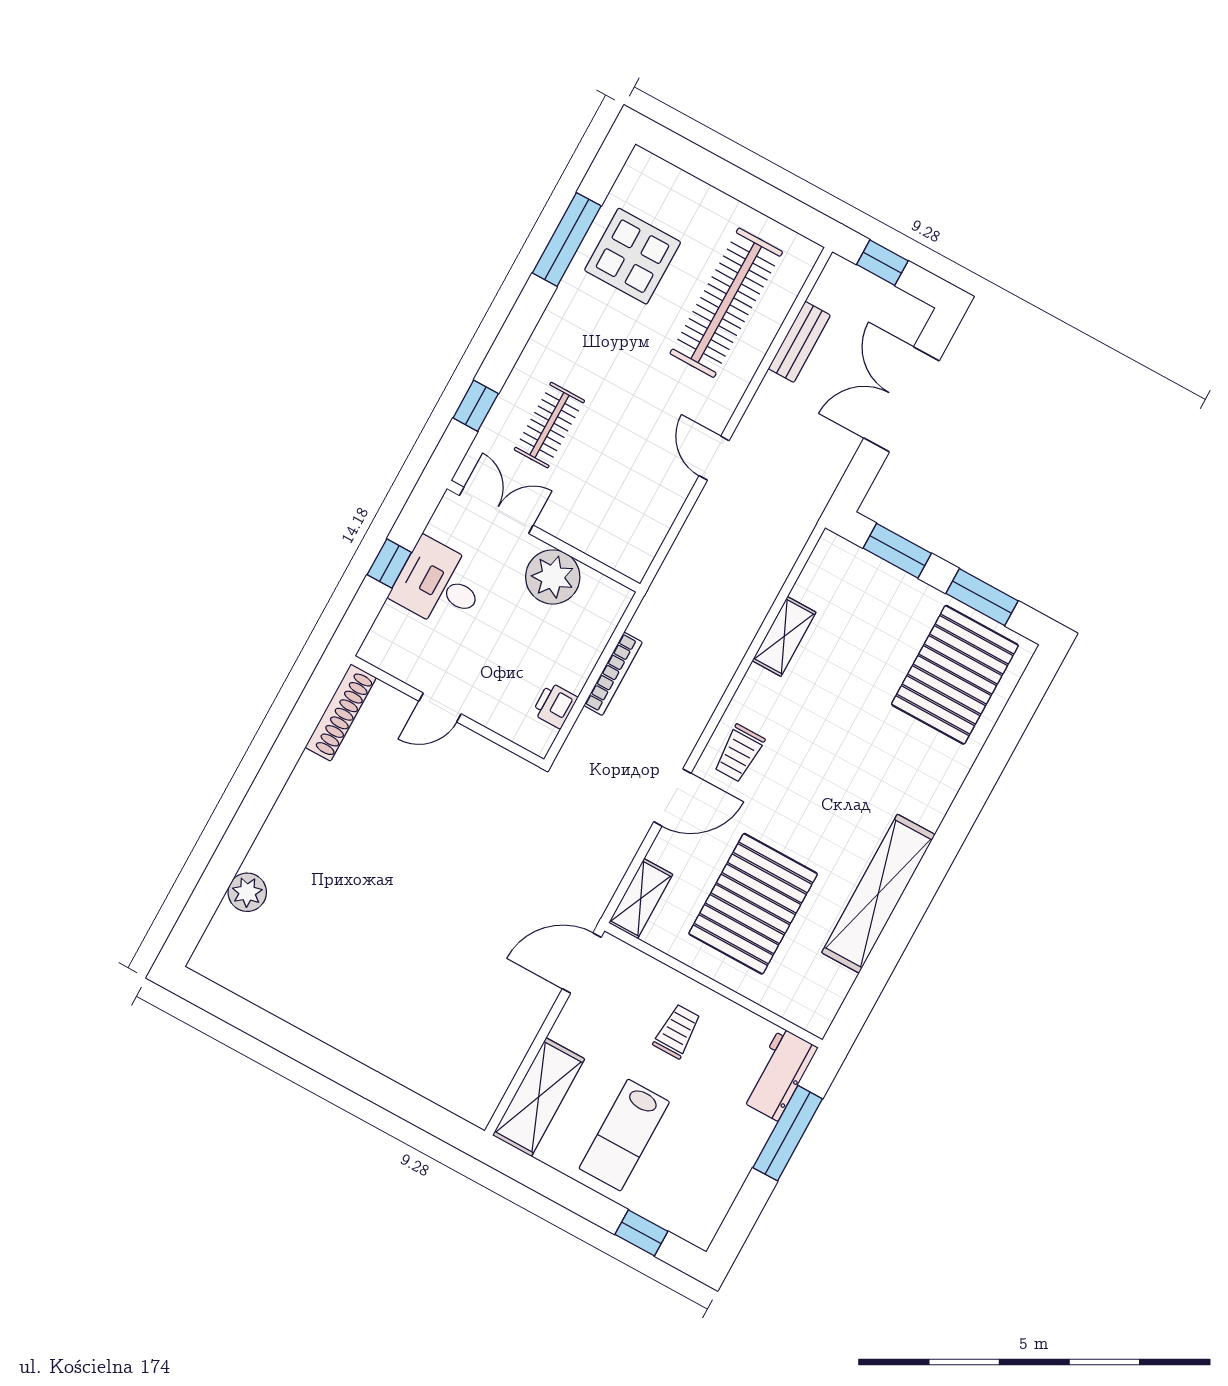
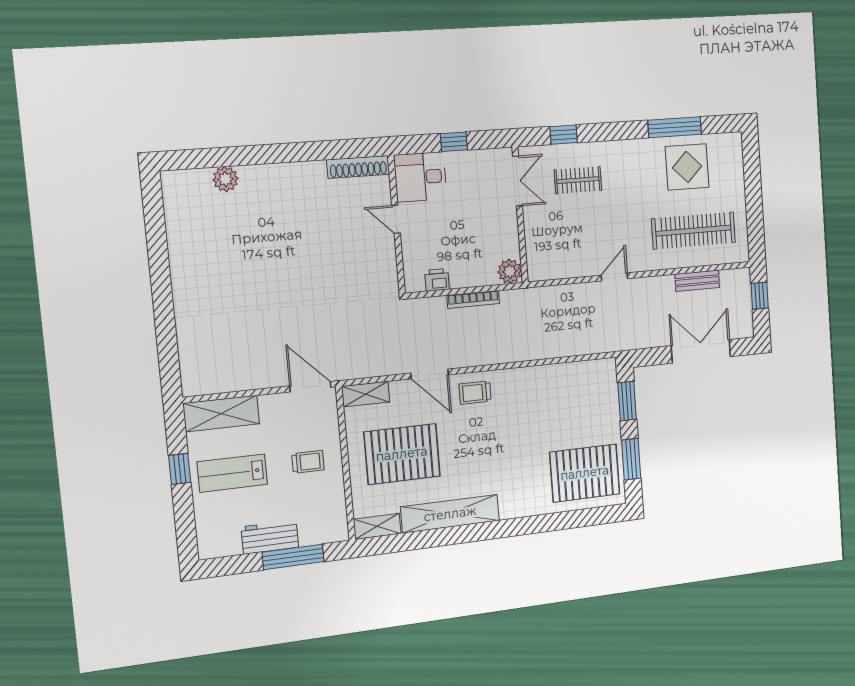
plant: (553, 577) -> (510, 271), moved, width x0.73, depth x0.73
desk: (439, 584) -> (420, 177), moved, turned -90
shelving: (784, 636) -> (377, 526), moved
workbench: (779, 1074) -> (270, 537), moved
window: (641, 1233) -> (180, 469), moved

